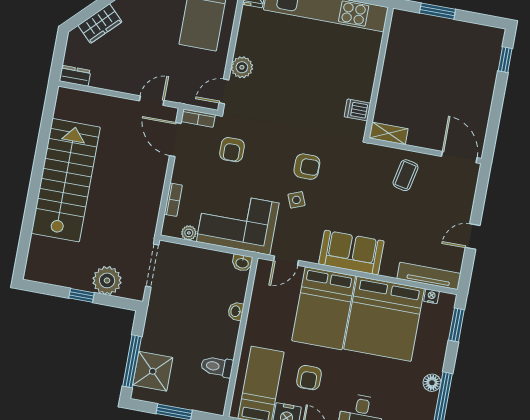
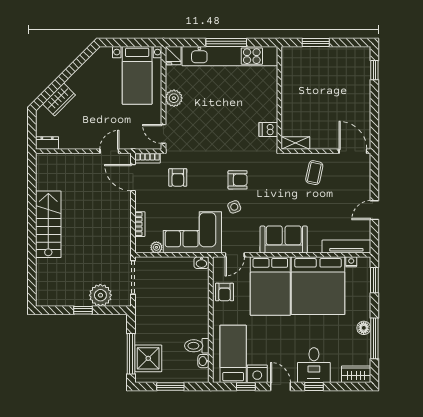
plant: (242, 67) -> (174, 98), moved
door: (224, 91) -> (163, 134), hinge flipped
stairs: (66, 180) -> (48, 224), width x0.73, depth x0.66
washbasin: (236, 311) -> (203, 361), moved
armchair: (309, 378) -> (225, 292), moved

